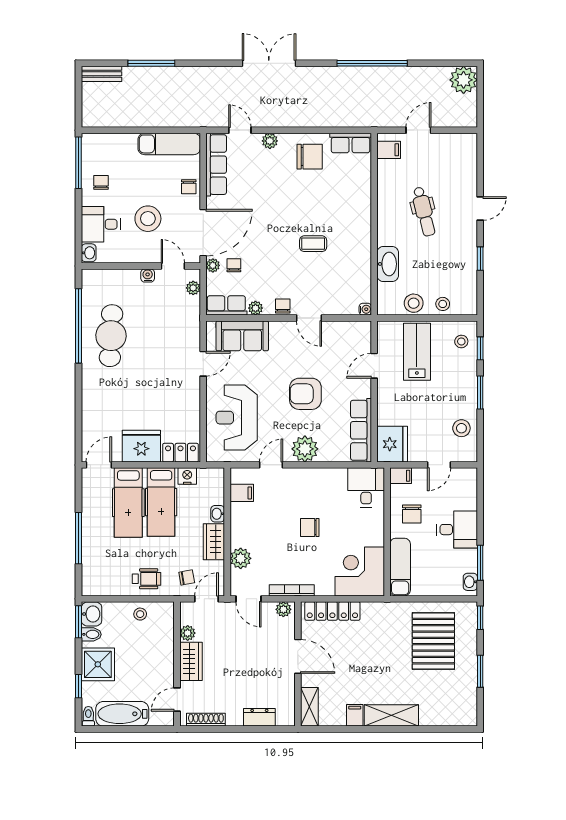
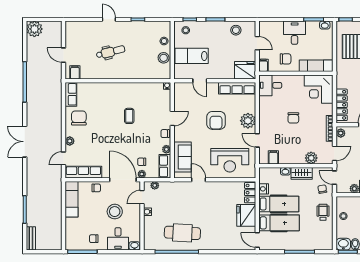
washbasin: (388, 264) -> (141, 73), removed

